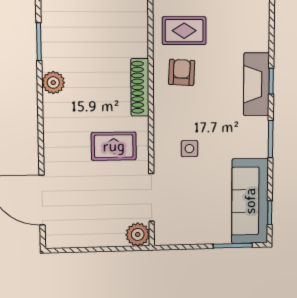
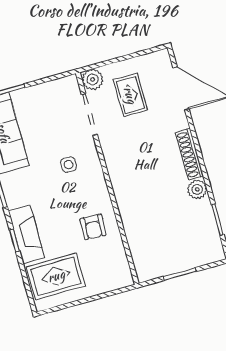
rug: (184, 31) -> (56, 276), moved, width x1.36, depth x1.43
shoe rack: (140, 87) -> (189, 154), moved, turned 180
rug: (114, 146) -> (130, 95), moved, turned 90

